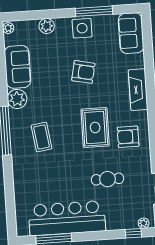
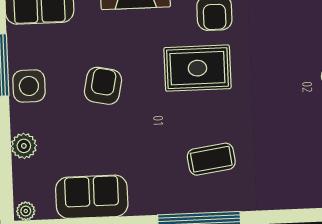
plant: (17, 99) -> (146, 199), removed
cafe table: (108, 179) -> (285, 49), removed

